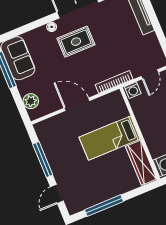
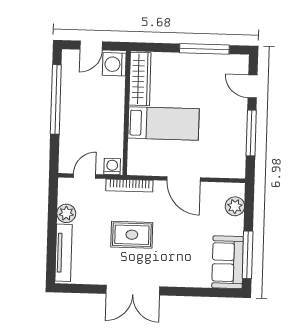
floor lamp: (52, 27) -> (173, 281), removed
plant: (151, 41) -> (66, 213), added
rug: (76, 42) -> (132, 235), moved
door: (57, 194) -> (253, 86), swing flipped

